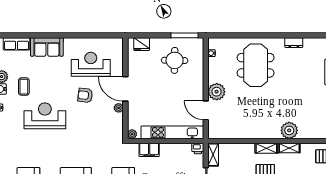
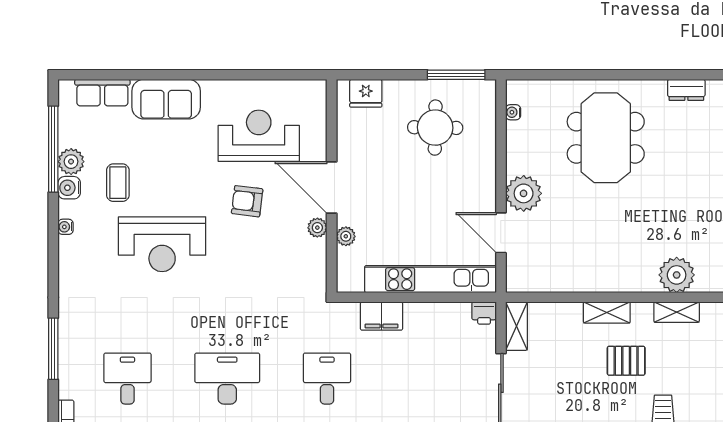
reception desk: (45, 116) -> (162, 244), turned 180
plant: (132, 134) -> (346, 236), moved
shelving: (266, 148) -> (607, 313), moved

